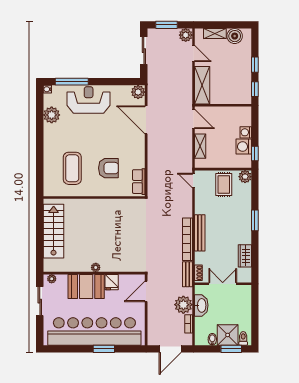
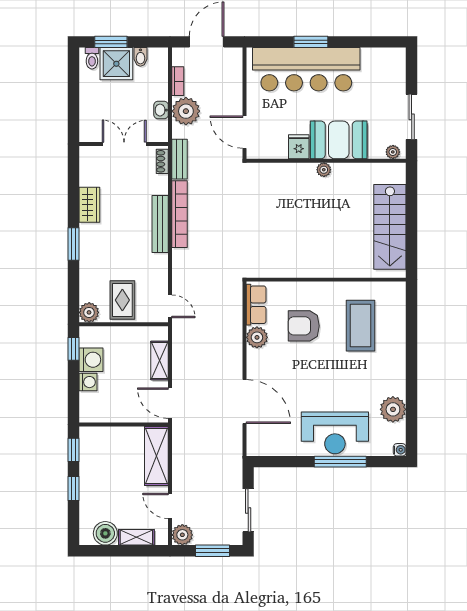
window: (72, 82) -> (340, 462), moved
plant: (138, 92) -> (257, 337), moved
wardrobe: (245, 256) -> (89, 205), moved
double door: (223, 284) -> (124, 144), swing flipped
door: (146, 291) -> (244, 132), swing flipped
washbasin: (201, 305) -> (161, 110), width x0.52, depth x0.69
bar counter: (94, 331) -> (306, 69), width x0.73

